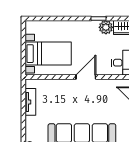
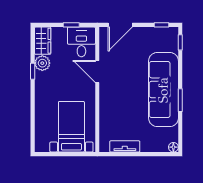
door: (86, 77) -> (97, 72), moved

